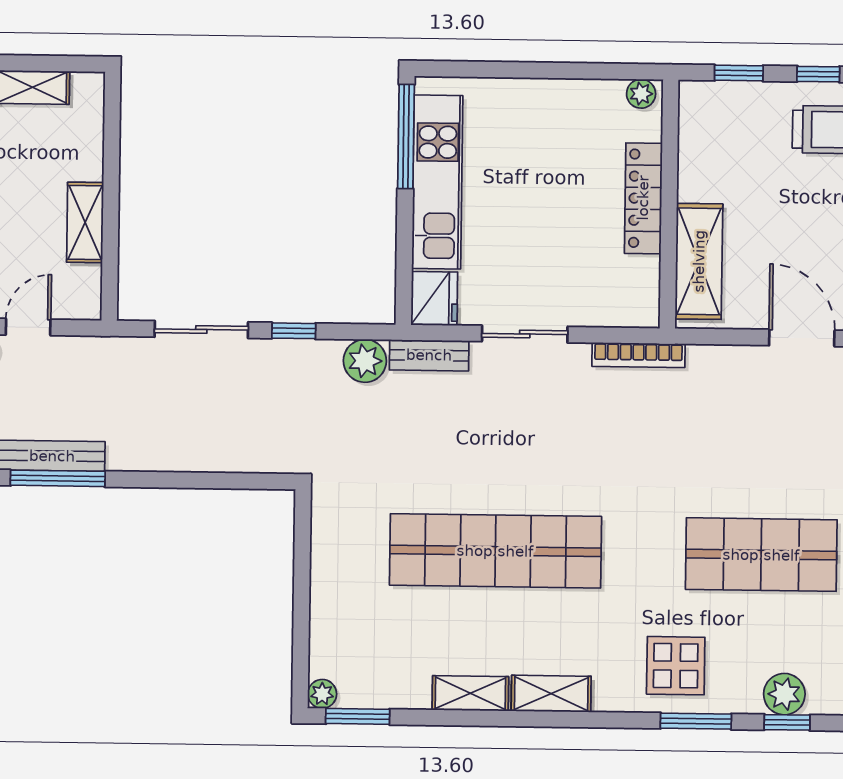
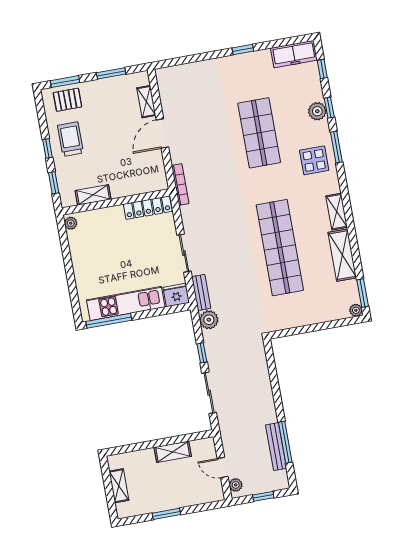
locker: (643, 198) -> (148, 208), moved
shelving: (699, 261) -> (93, 195), moved, width x0.67, depth x0.75
bookcase: (638, 355) -> (180, 185), moved
shelving: (470, 693) -> (342, 255), width x1.50, depth x1.33

